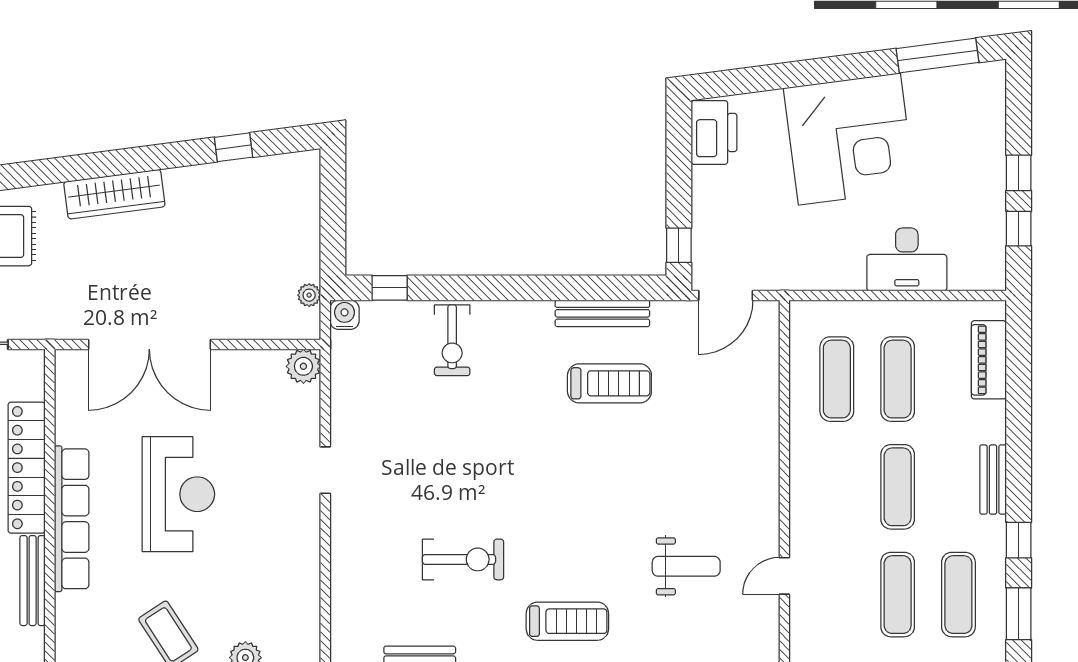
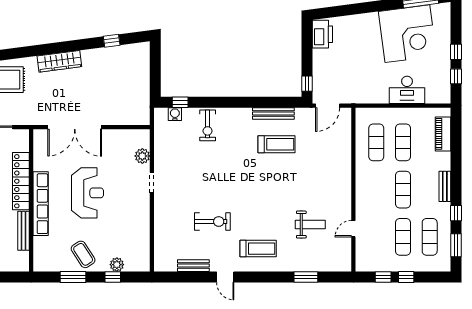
corner desk: (849, 139) -> (407, 34), moved
plant: (309, 295) -> (145, 106), removed
water cooler: (344, 315) -> (175, 114), moved
plant: (303, 366) -> (142, 156), moved

